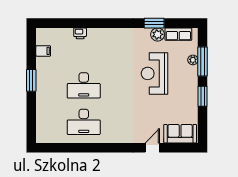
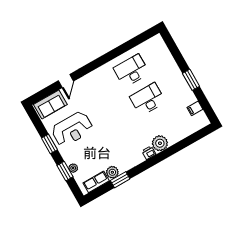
printer: (80, 33) -> (149, 153), moved
plant: (96, 36) -> (160, 143), added
window: (202, 62) -> (65, 171), width x0.69
reception desk: (155, 73) -> (72, 129), moved, turned 90

